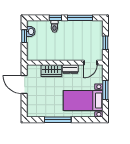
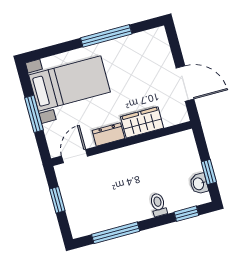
window: (55, 18) -> (186, 214), moved

